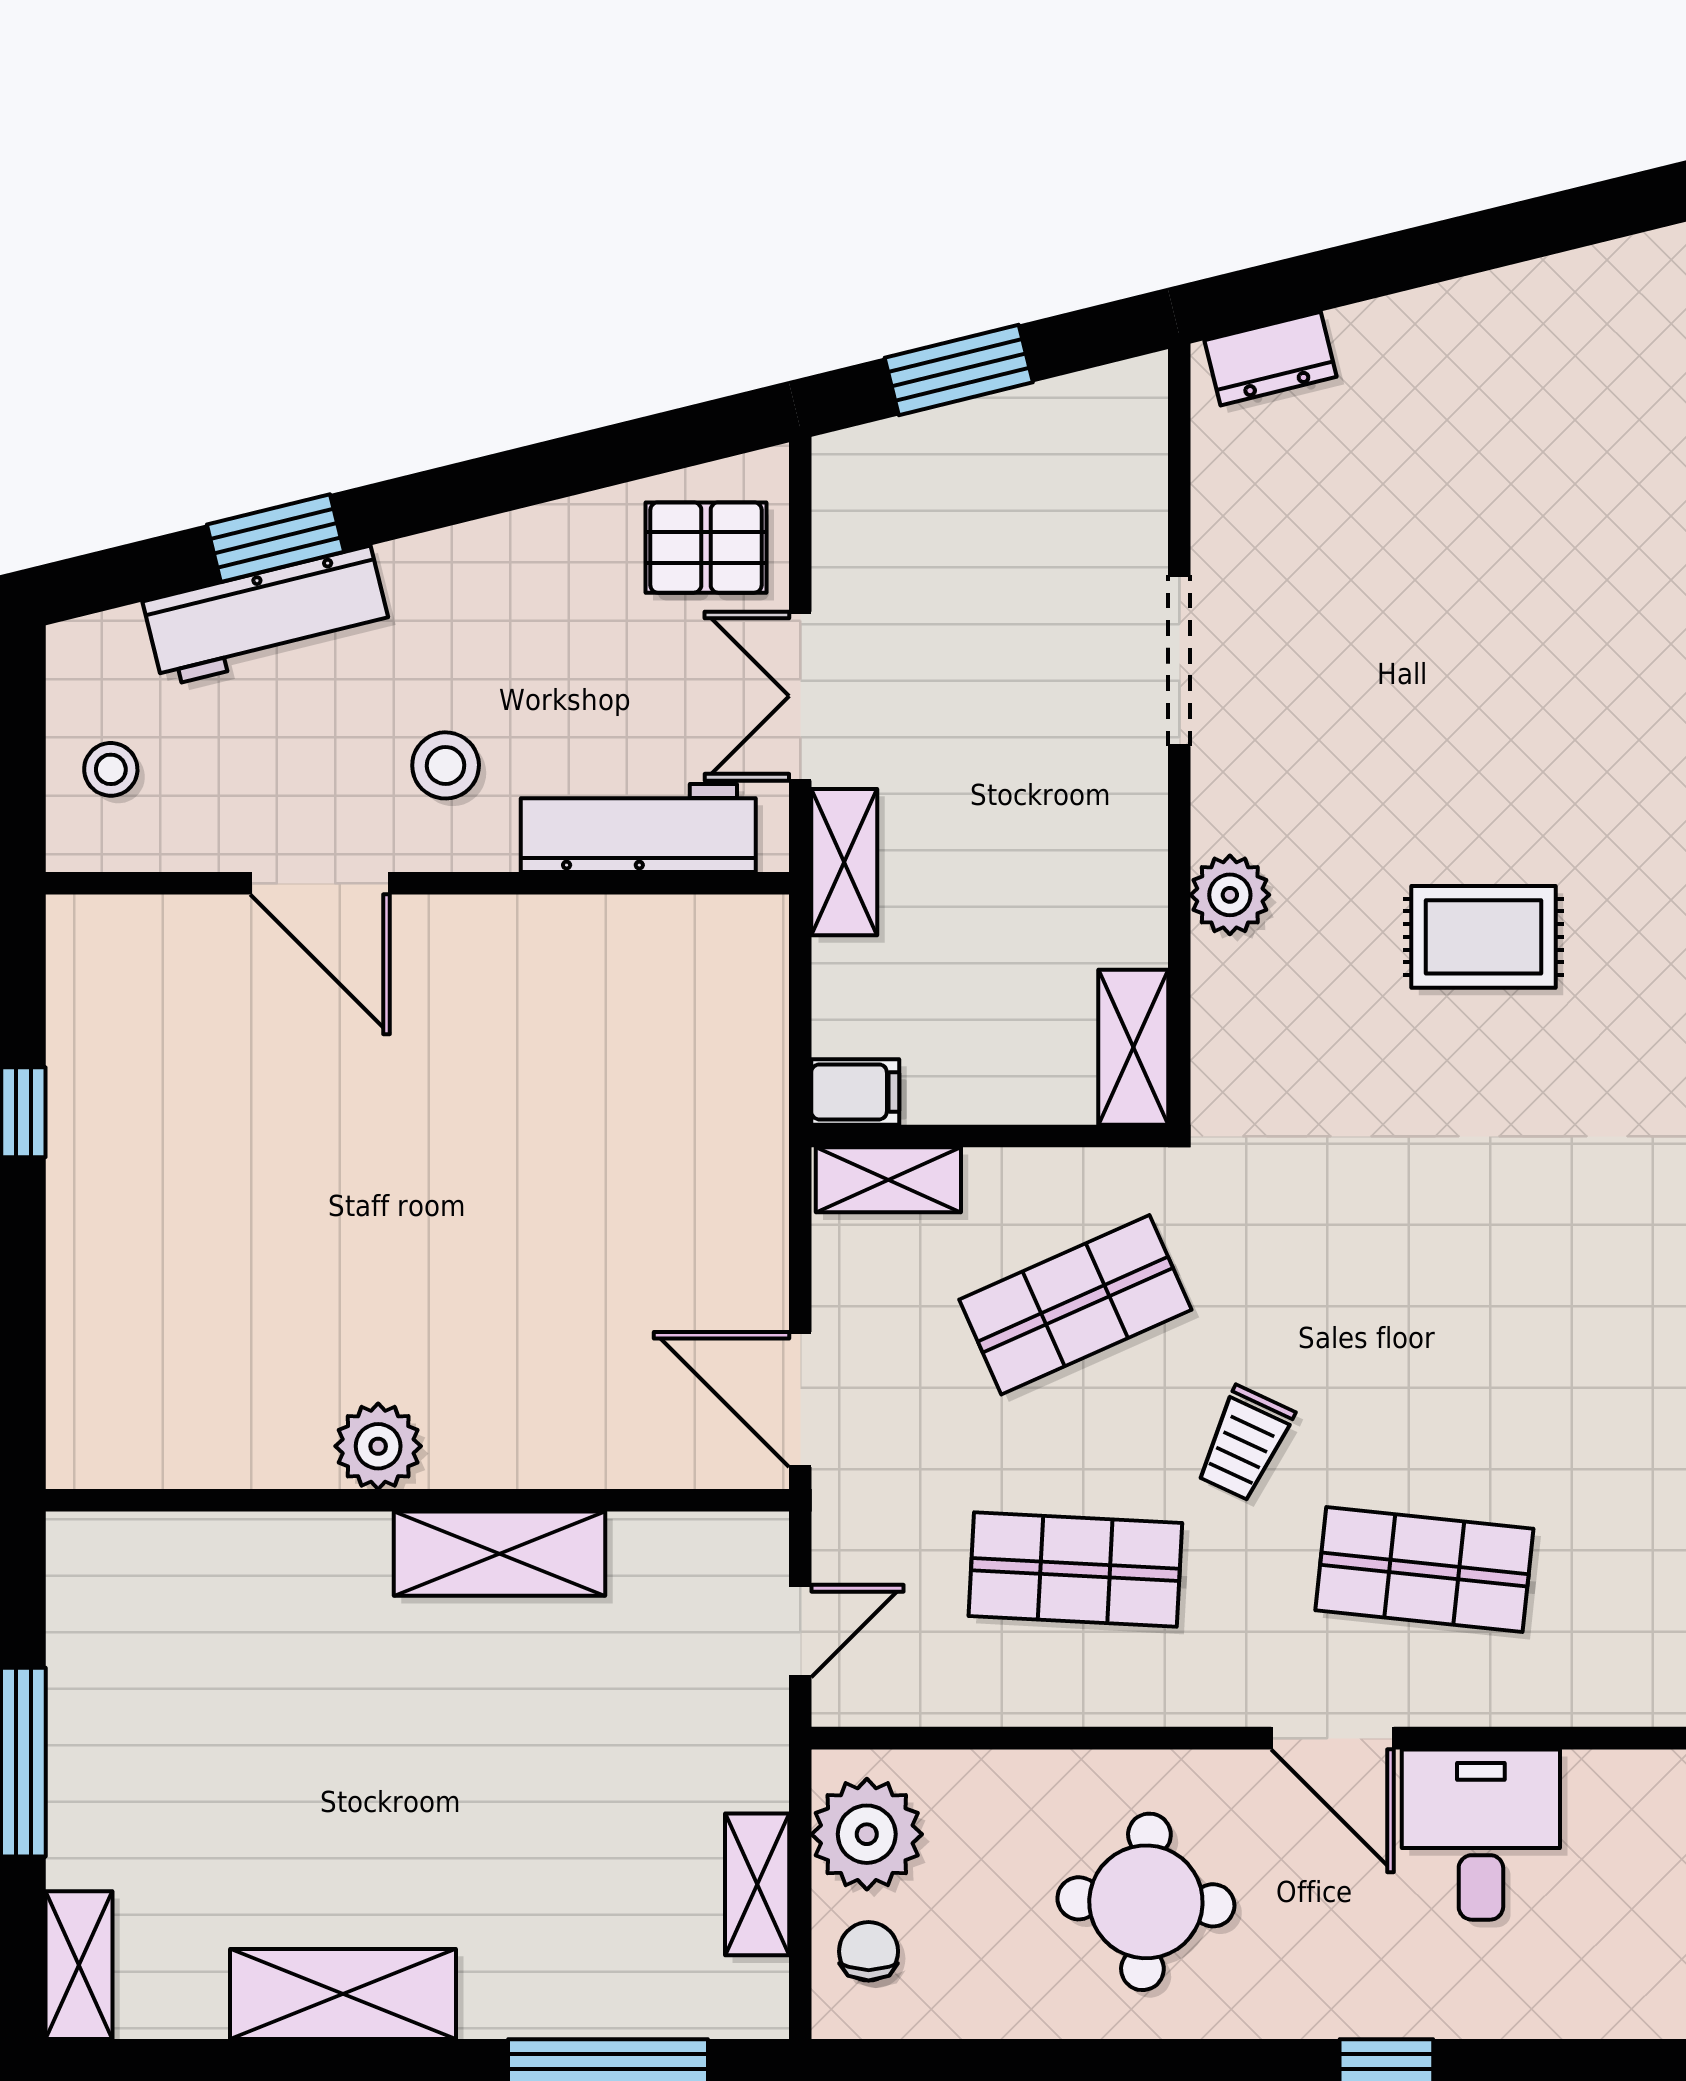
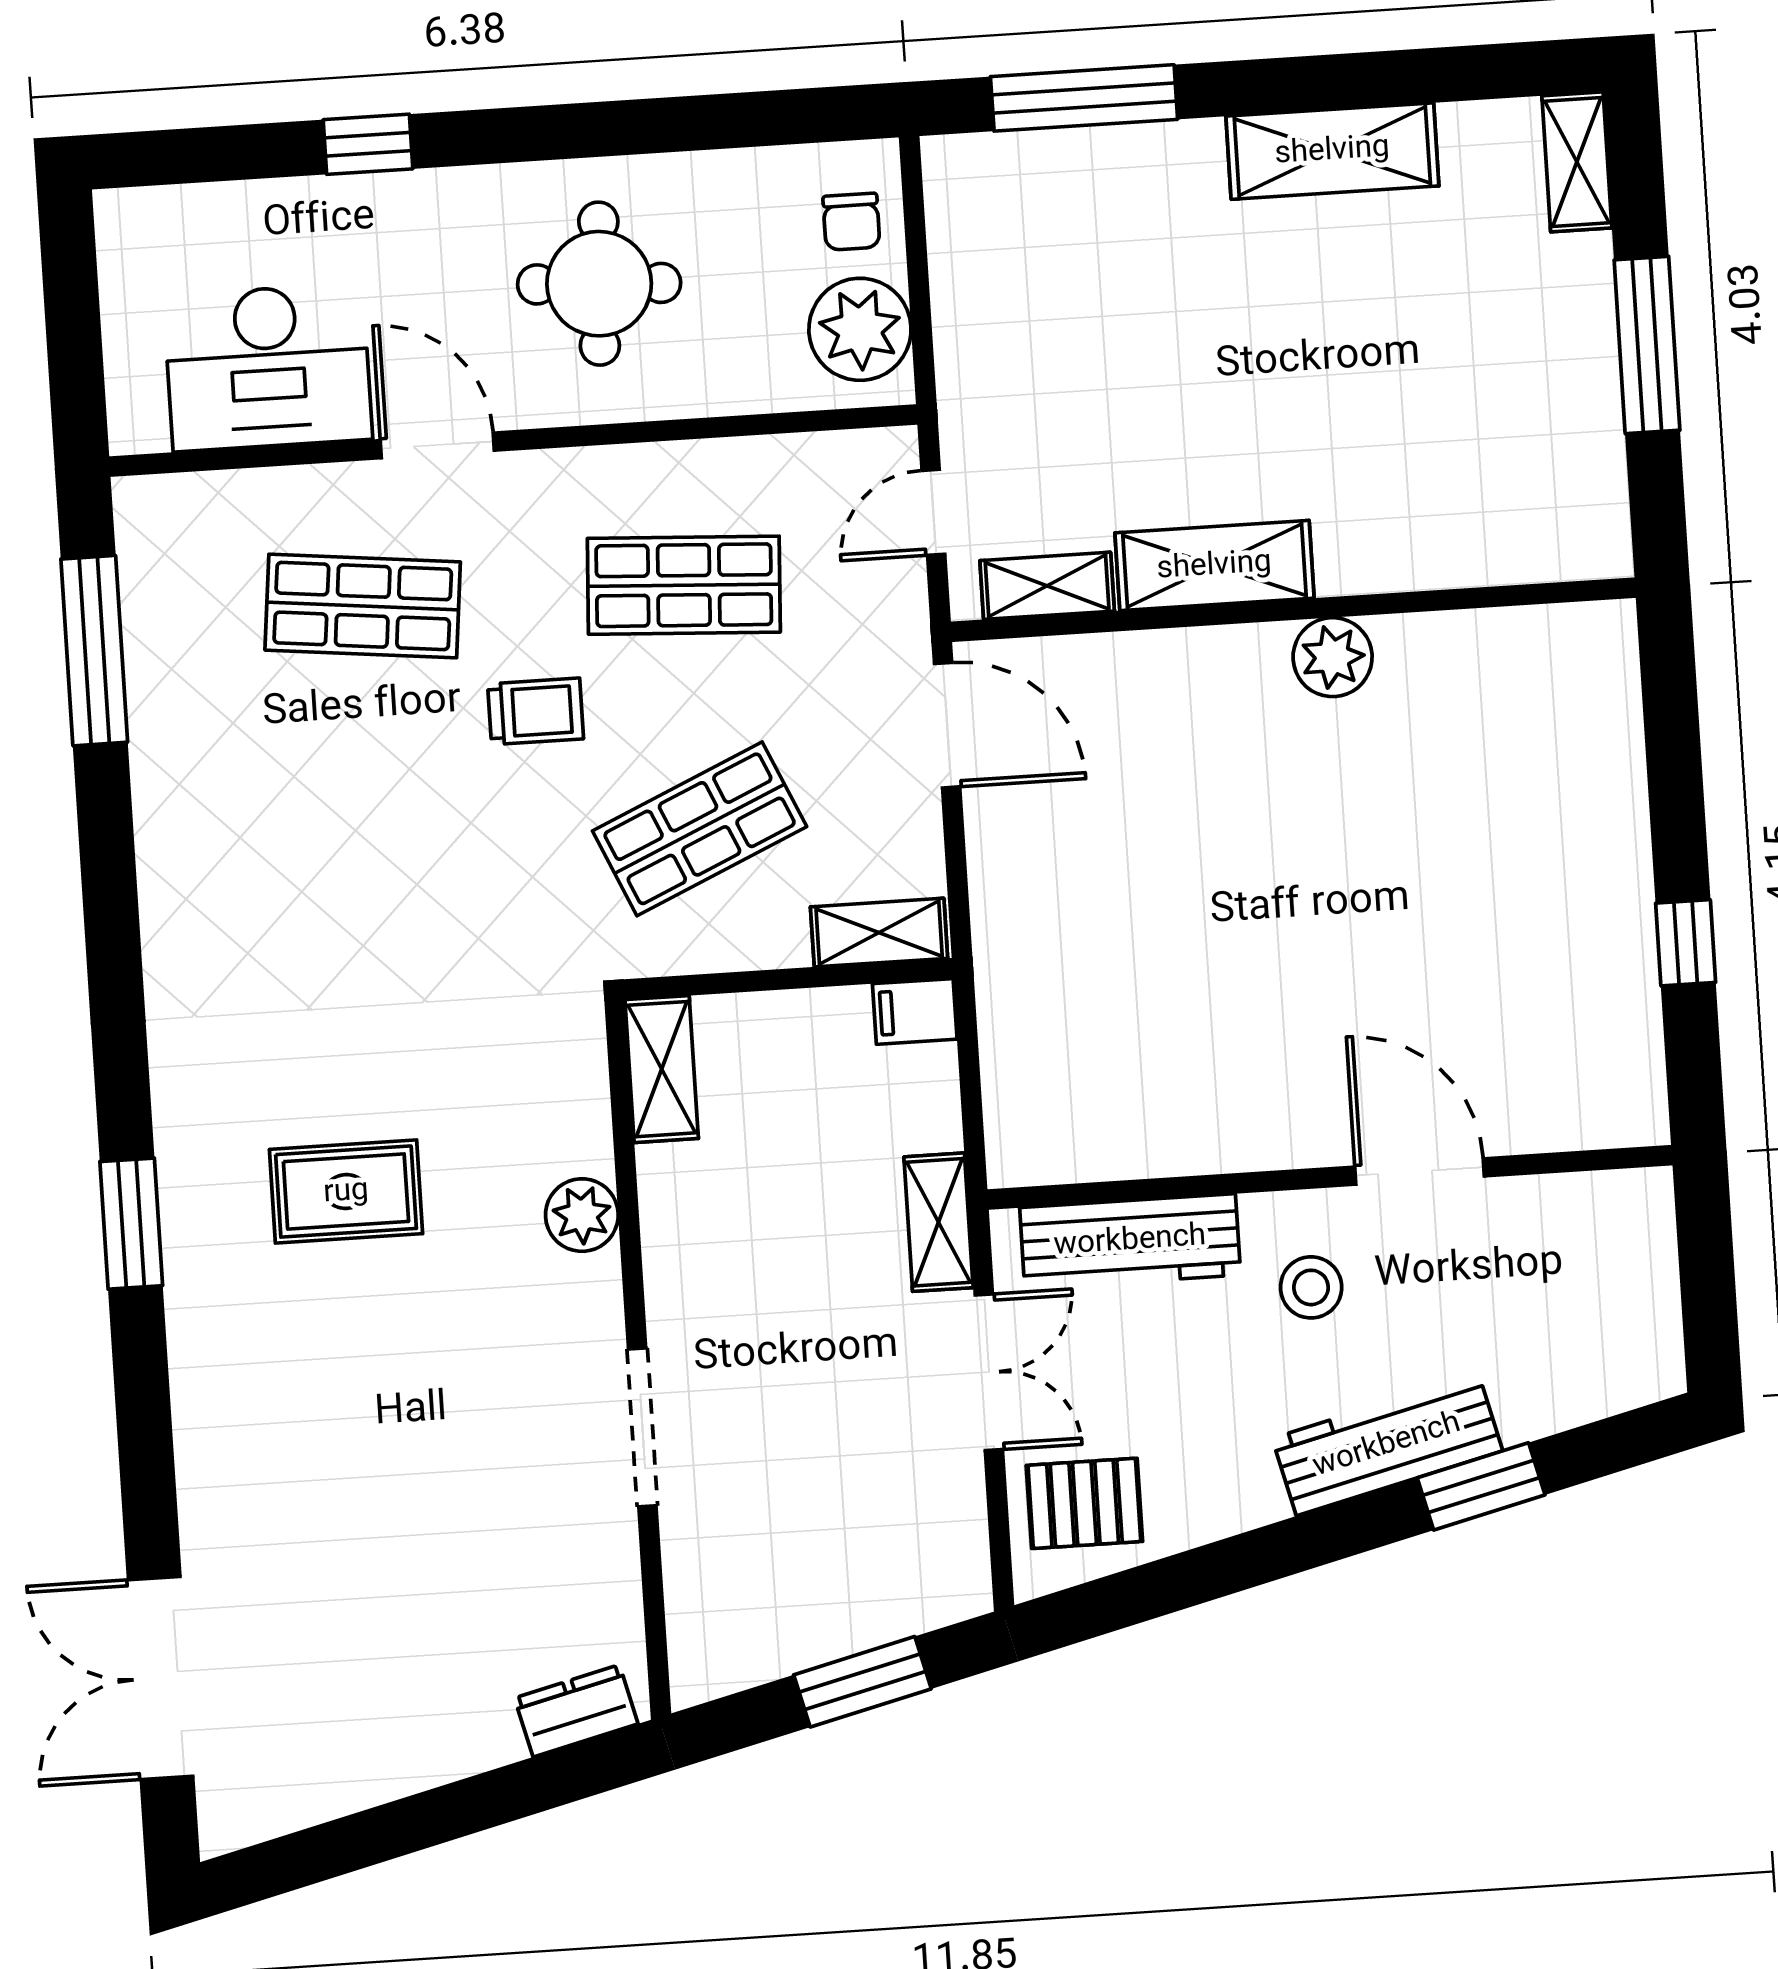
workbench: (267, 616) -> (1387, 1445), moved
stool: (111, 769) -> (1619, 1264), removed
trolley: (1245, 1443) -> (536, 711), turned 65
desk: (1481, 1835) -> (268, 367), width x1.37
shelving: (757, 1884) -> (1047, 586), moved, turned 90

